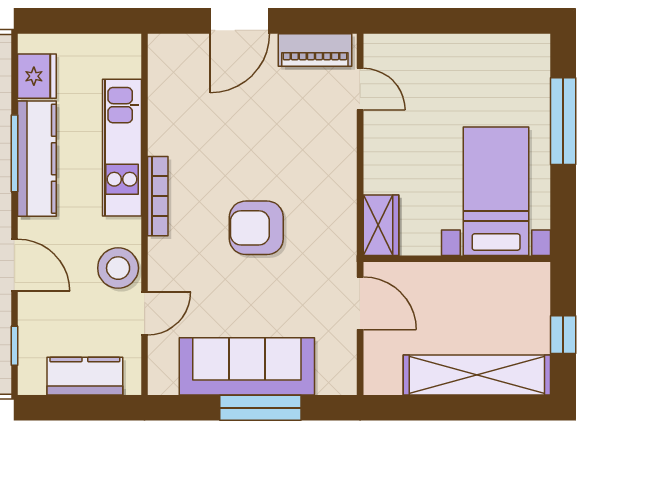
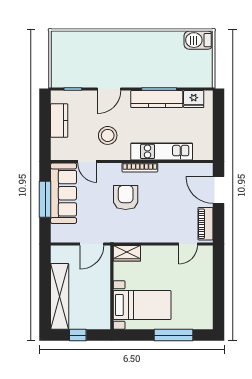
kitchen unit: (122, 148) -> (162, 151), moved
bookcase: (158, 196) -> (140, 168), moved
wall: (145, 214) -> (132, 162), moved
door: (145, 313) -> (87, 162), moved

